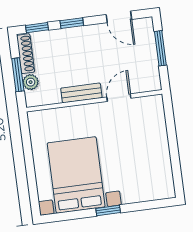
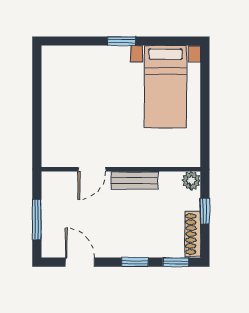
window: (18, 75) -> (205, 211), width x0.67
plant: (31, 82) -> (191, 181), moved
bed with nightstands: (76, 175) -> (166, 87), width x0.73

